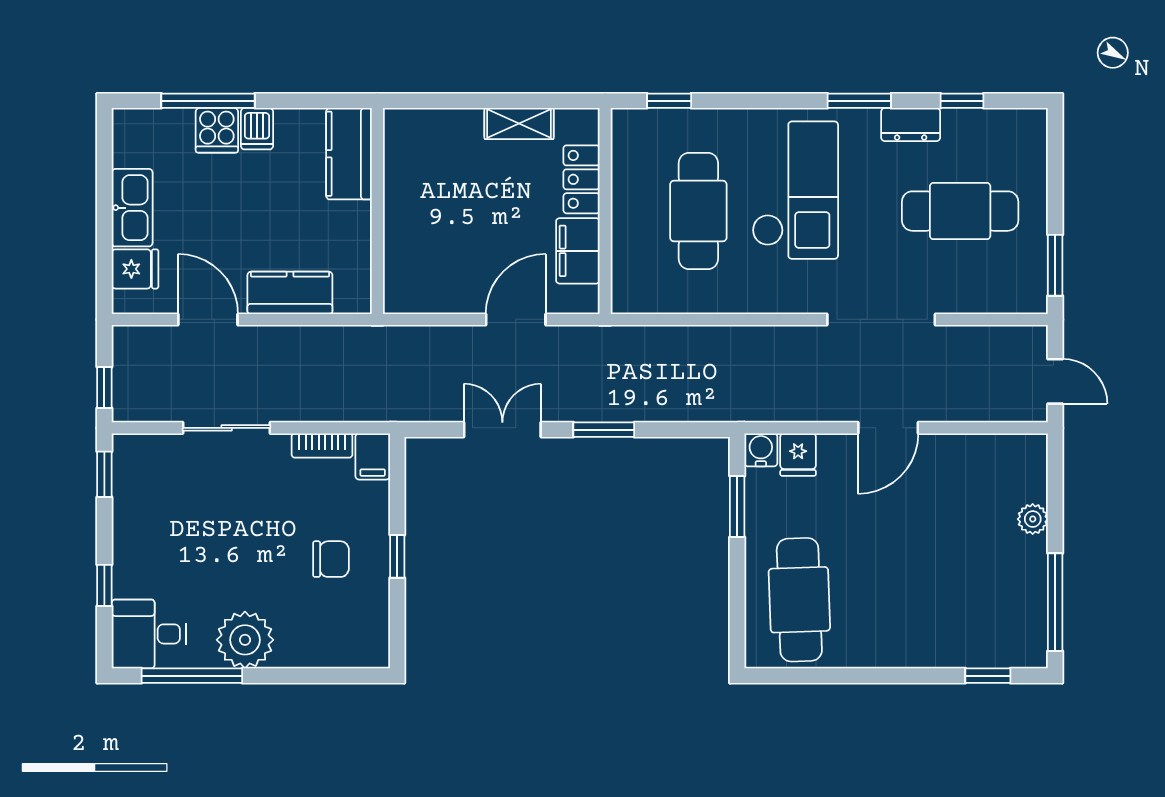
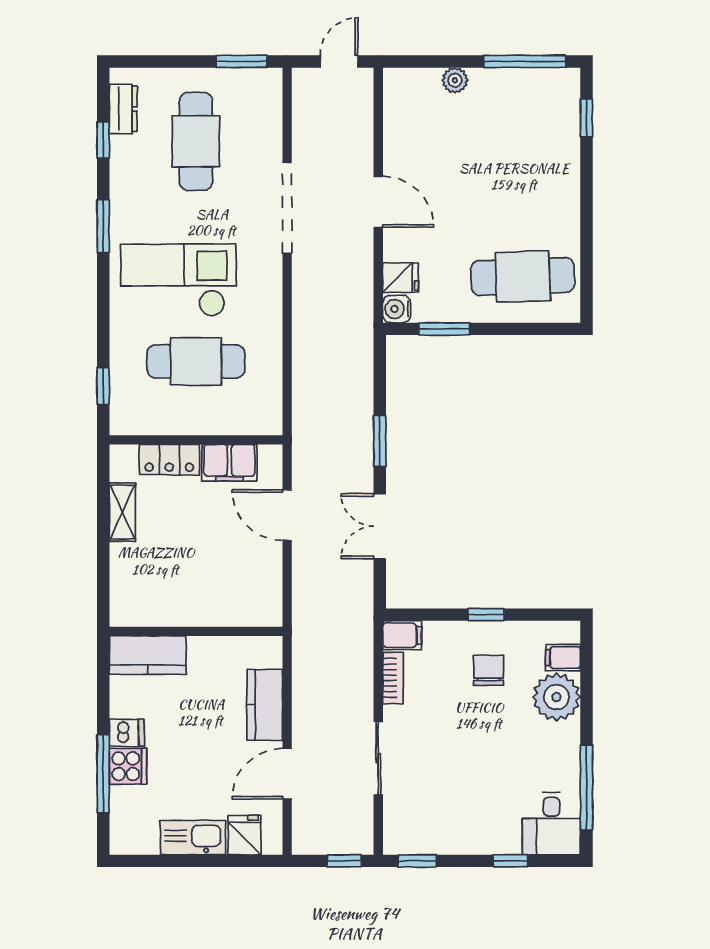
dresser: (911, 125) -> (123, 109), moved
plant: (245, 640) -> (556, 697), moved
filing cabinet: (346, 648) -> (563, 658), added

